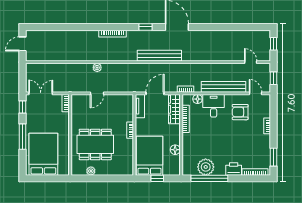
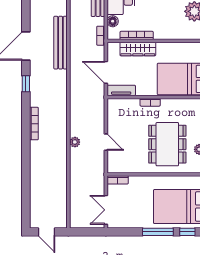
bench: (159, 56) -> (61, 43), moved
window: (22, 107) -> (187, 232), moved
wardrobe: (174, 109) -> (138, 49), moved
floor lamp: (175, 150) -> (174, 48), removed

